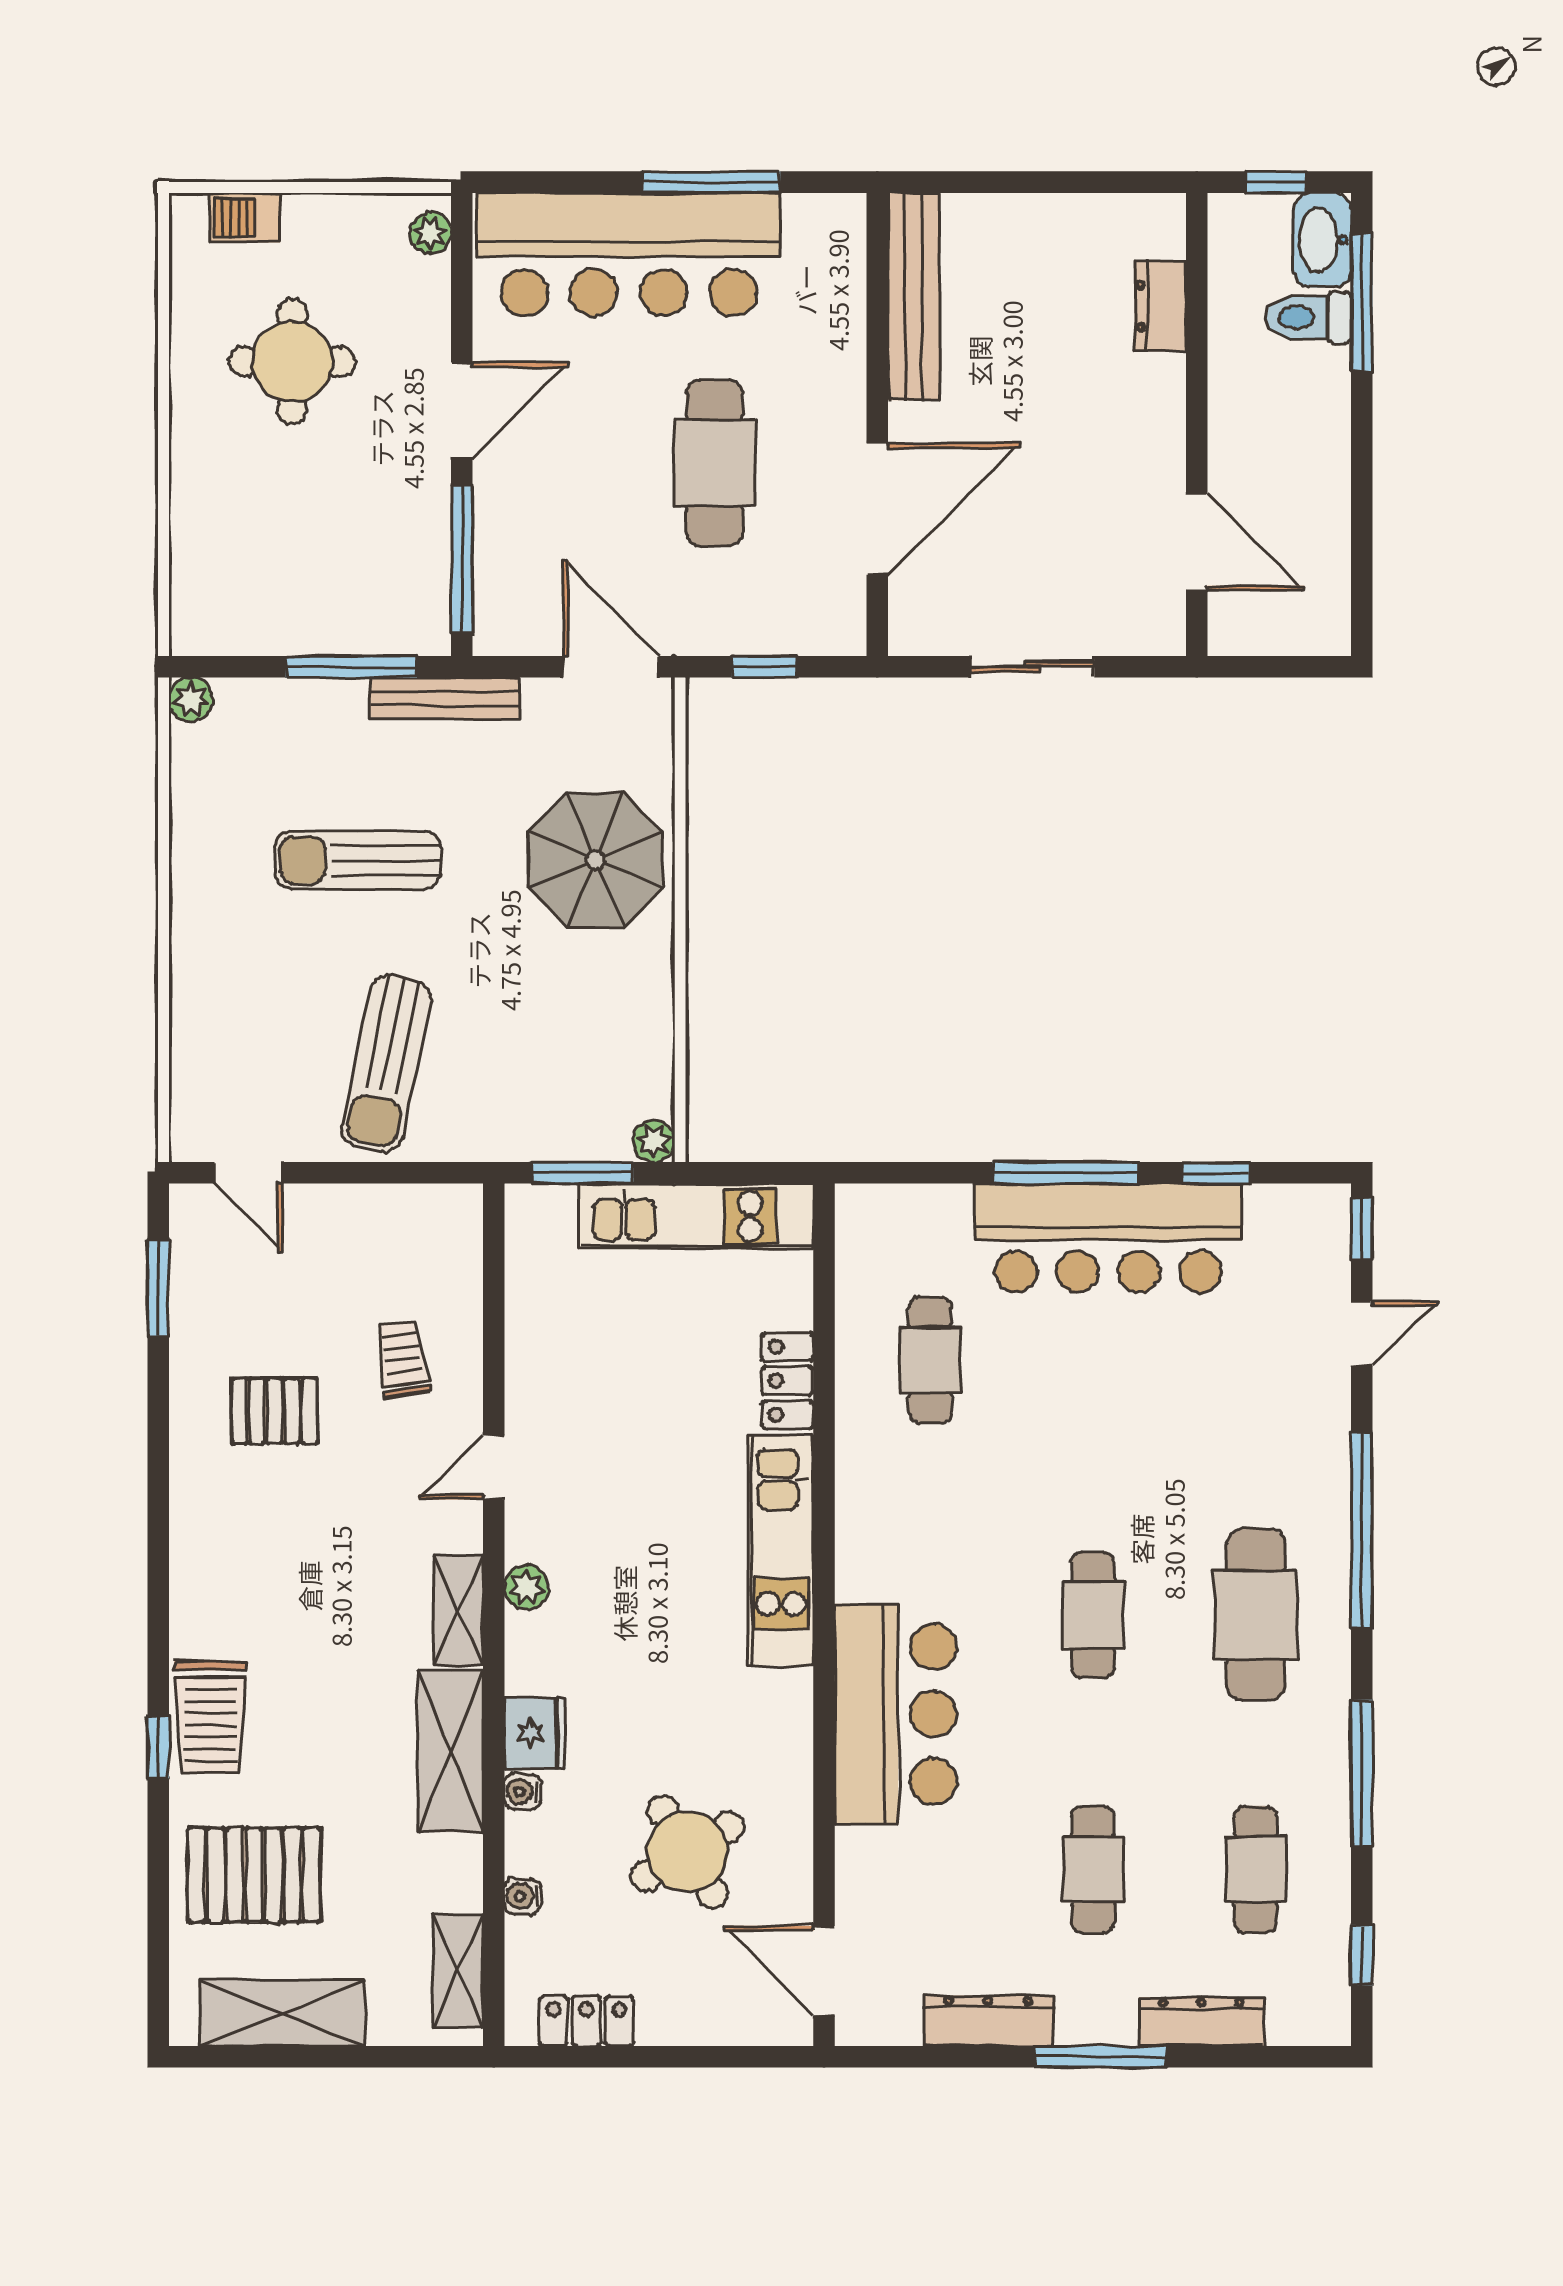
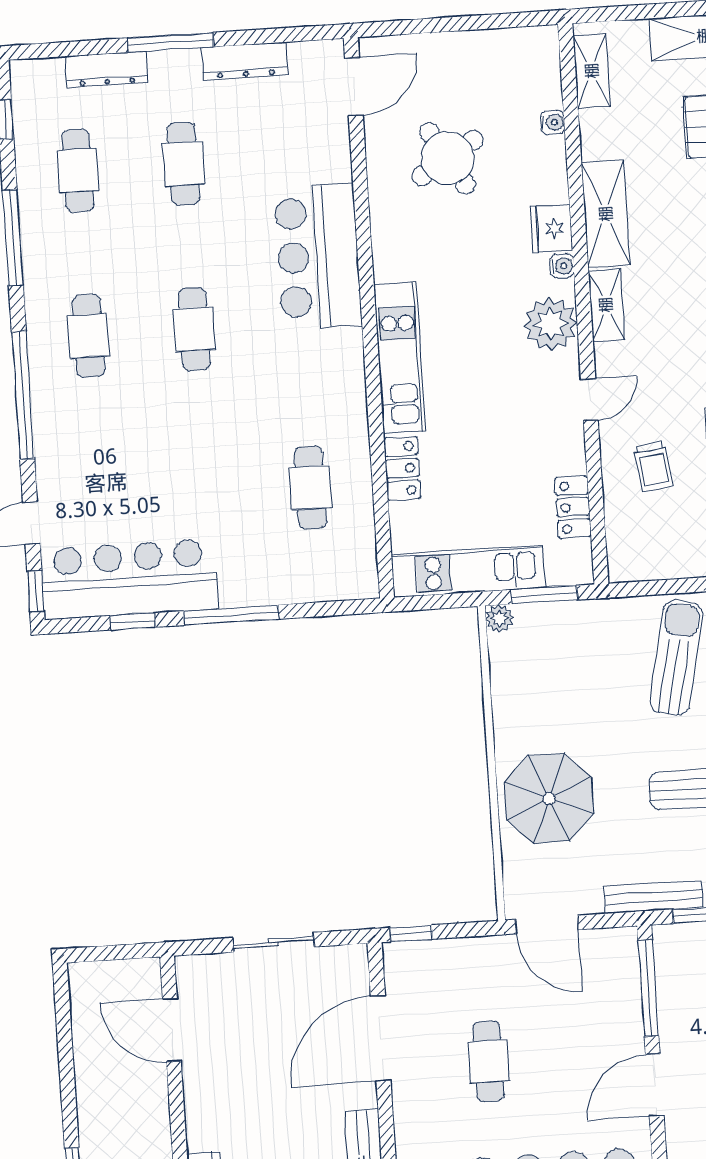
cafe table: (714, 463) -> (488, 1061), width x0.73, depth x0.74
window: (764, 667) -> (411, 933), moved
bar counter: (1108, 1238) -> (129, 579), moved
plant: (527, 1587) -> (551, 324), width x1.88, depth x1.88
cafe table: (1256, 1615) -> (88, 336), width x0.73, depth x0.74
water cooler: (523, 1792) -> (562, 266), moved
door: (824, 1971) -> (354, 87), hinge flipped
locker: (586, 2021) -> (573, 507), moved, turned 90

